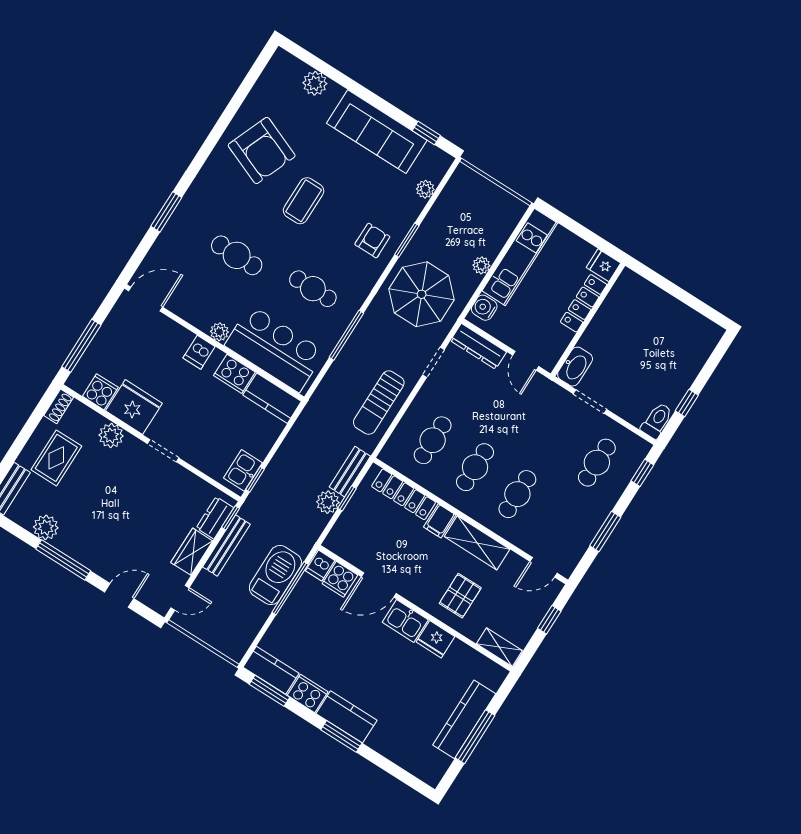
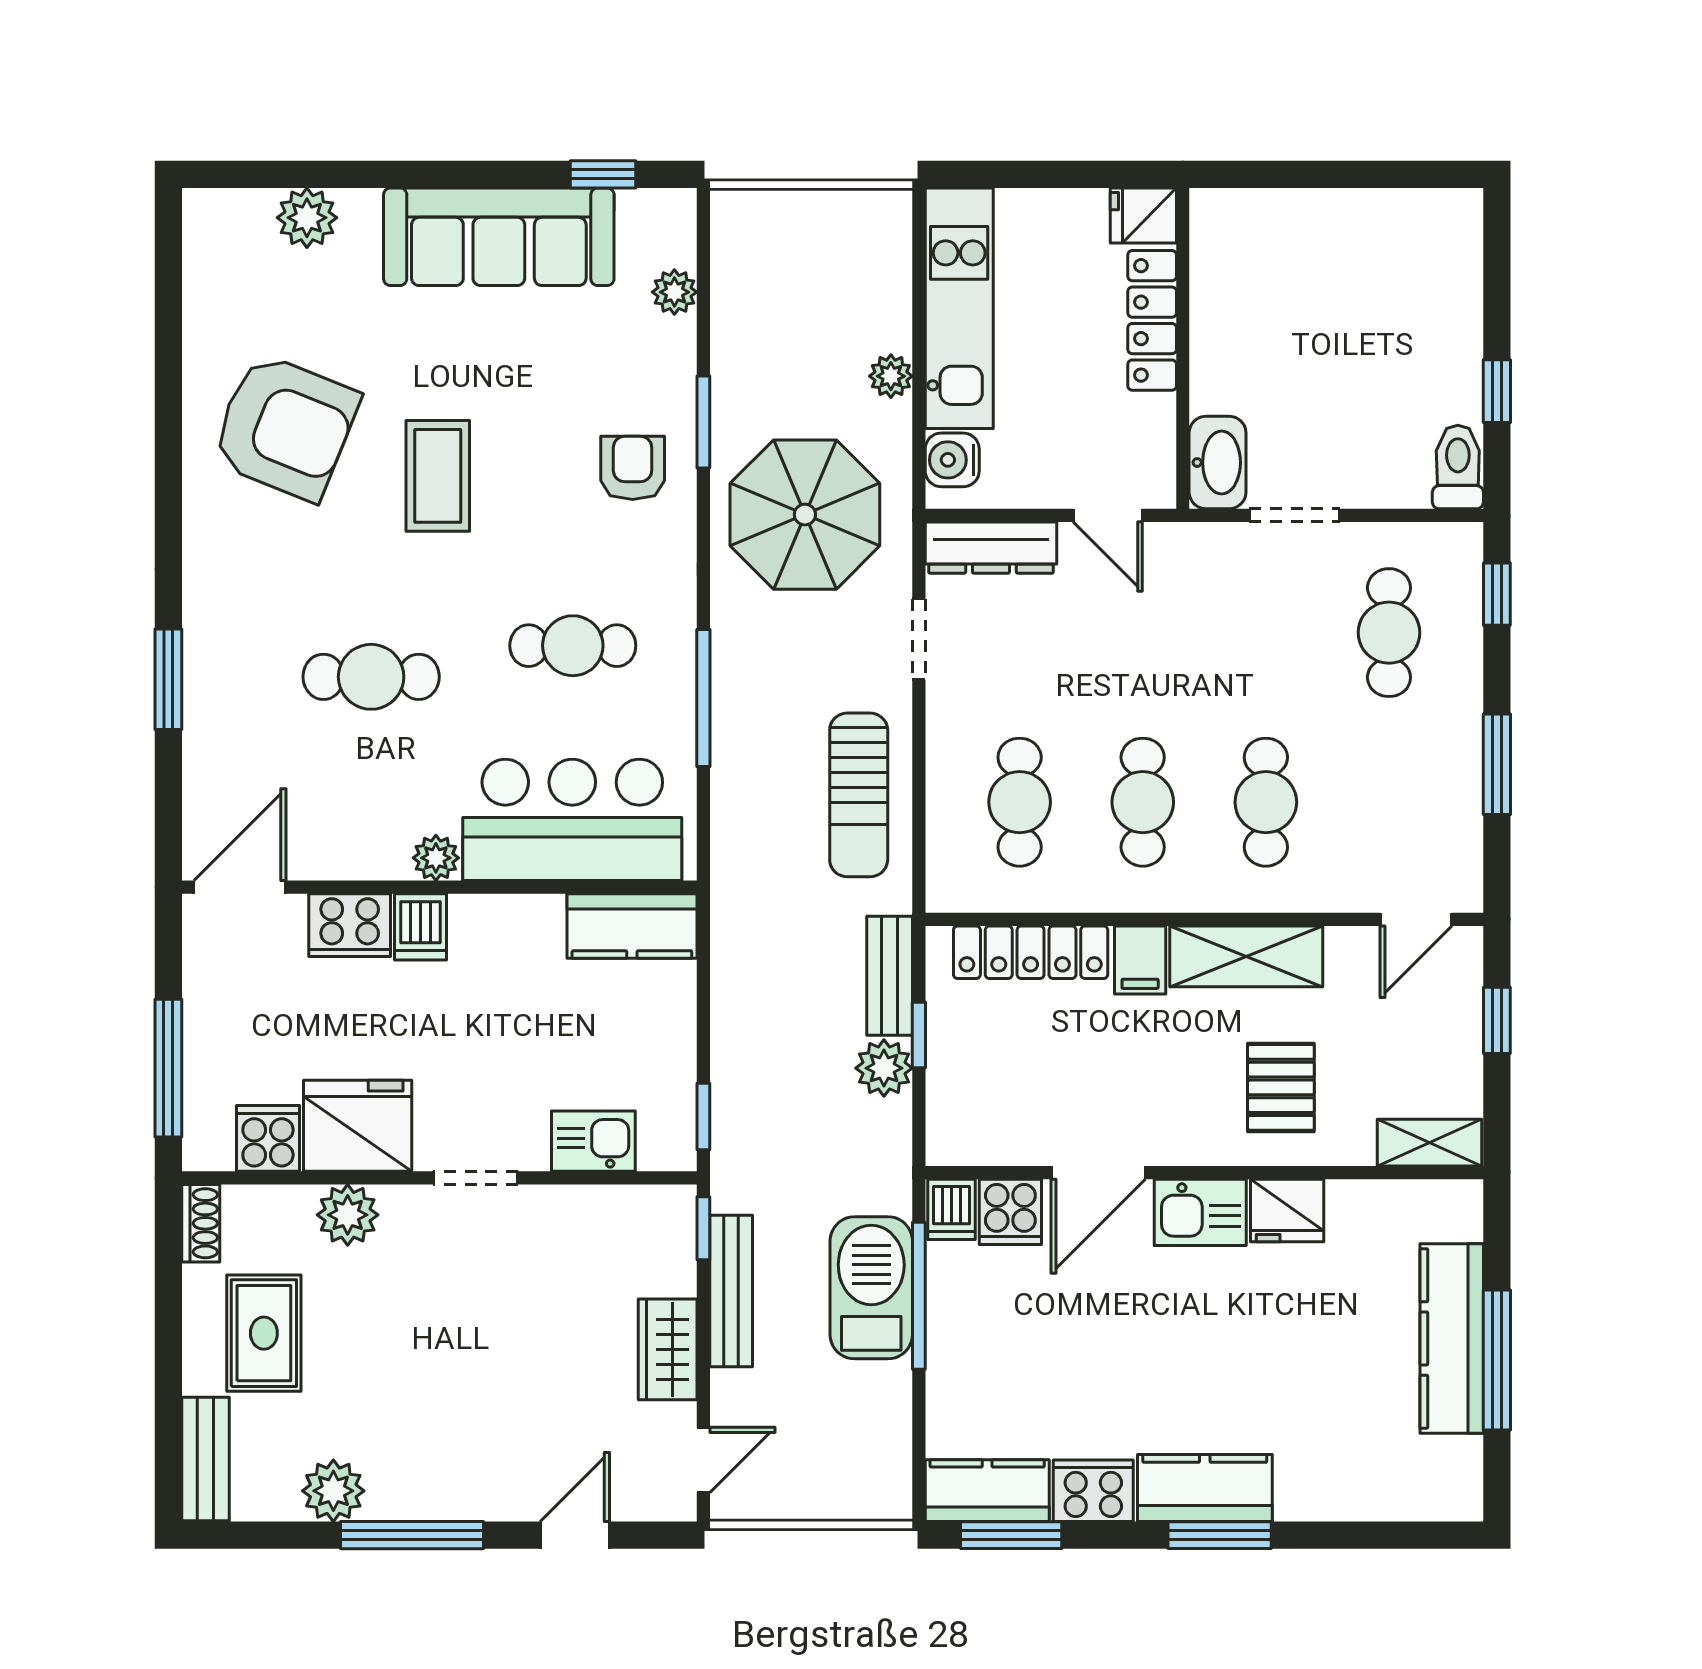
cooker: (234, 374) -> (350, 925), moved
kitchen sink: (243, 470) -> (593, 1141), moved, turned 90
dresser: (215, 518) -> (671, 1249), removed

